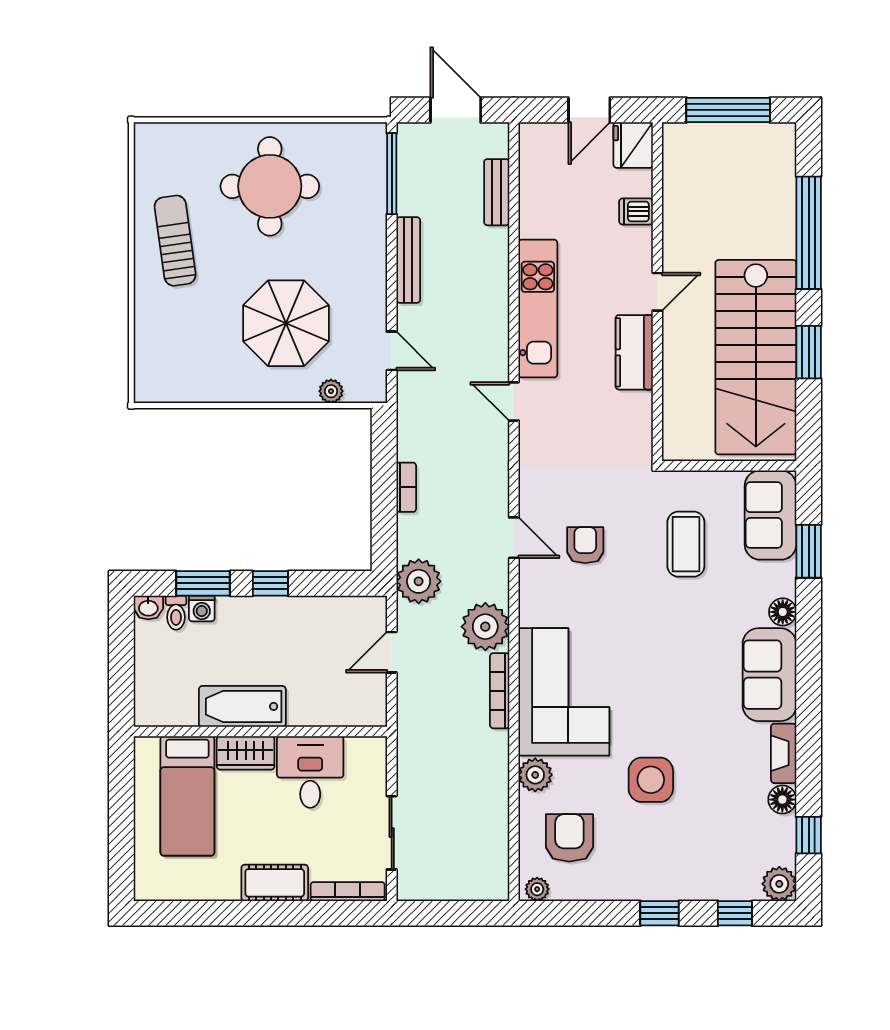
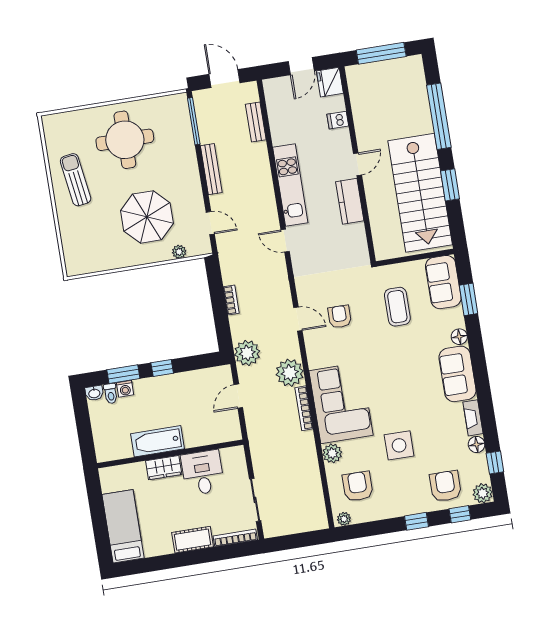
bed: (187, 796) -> (123, 526), moved, turned 180
armchair: (718, 862) -> (445, 486), added

